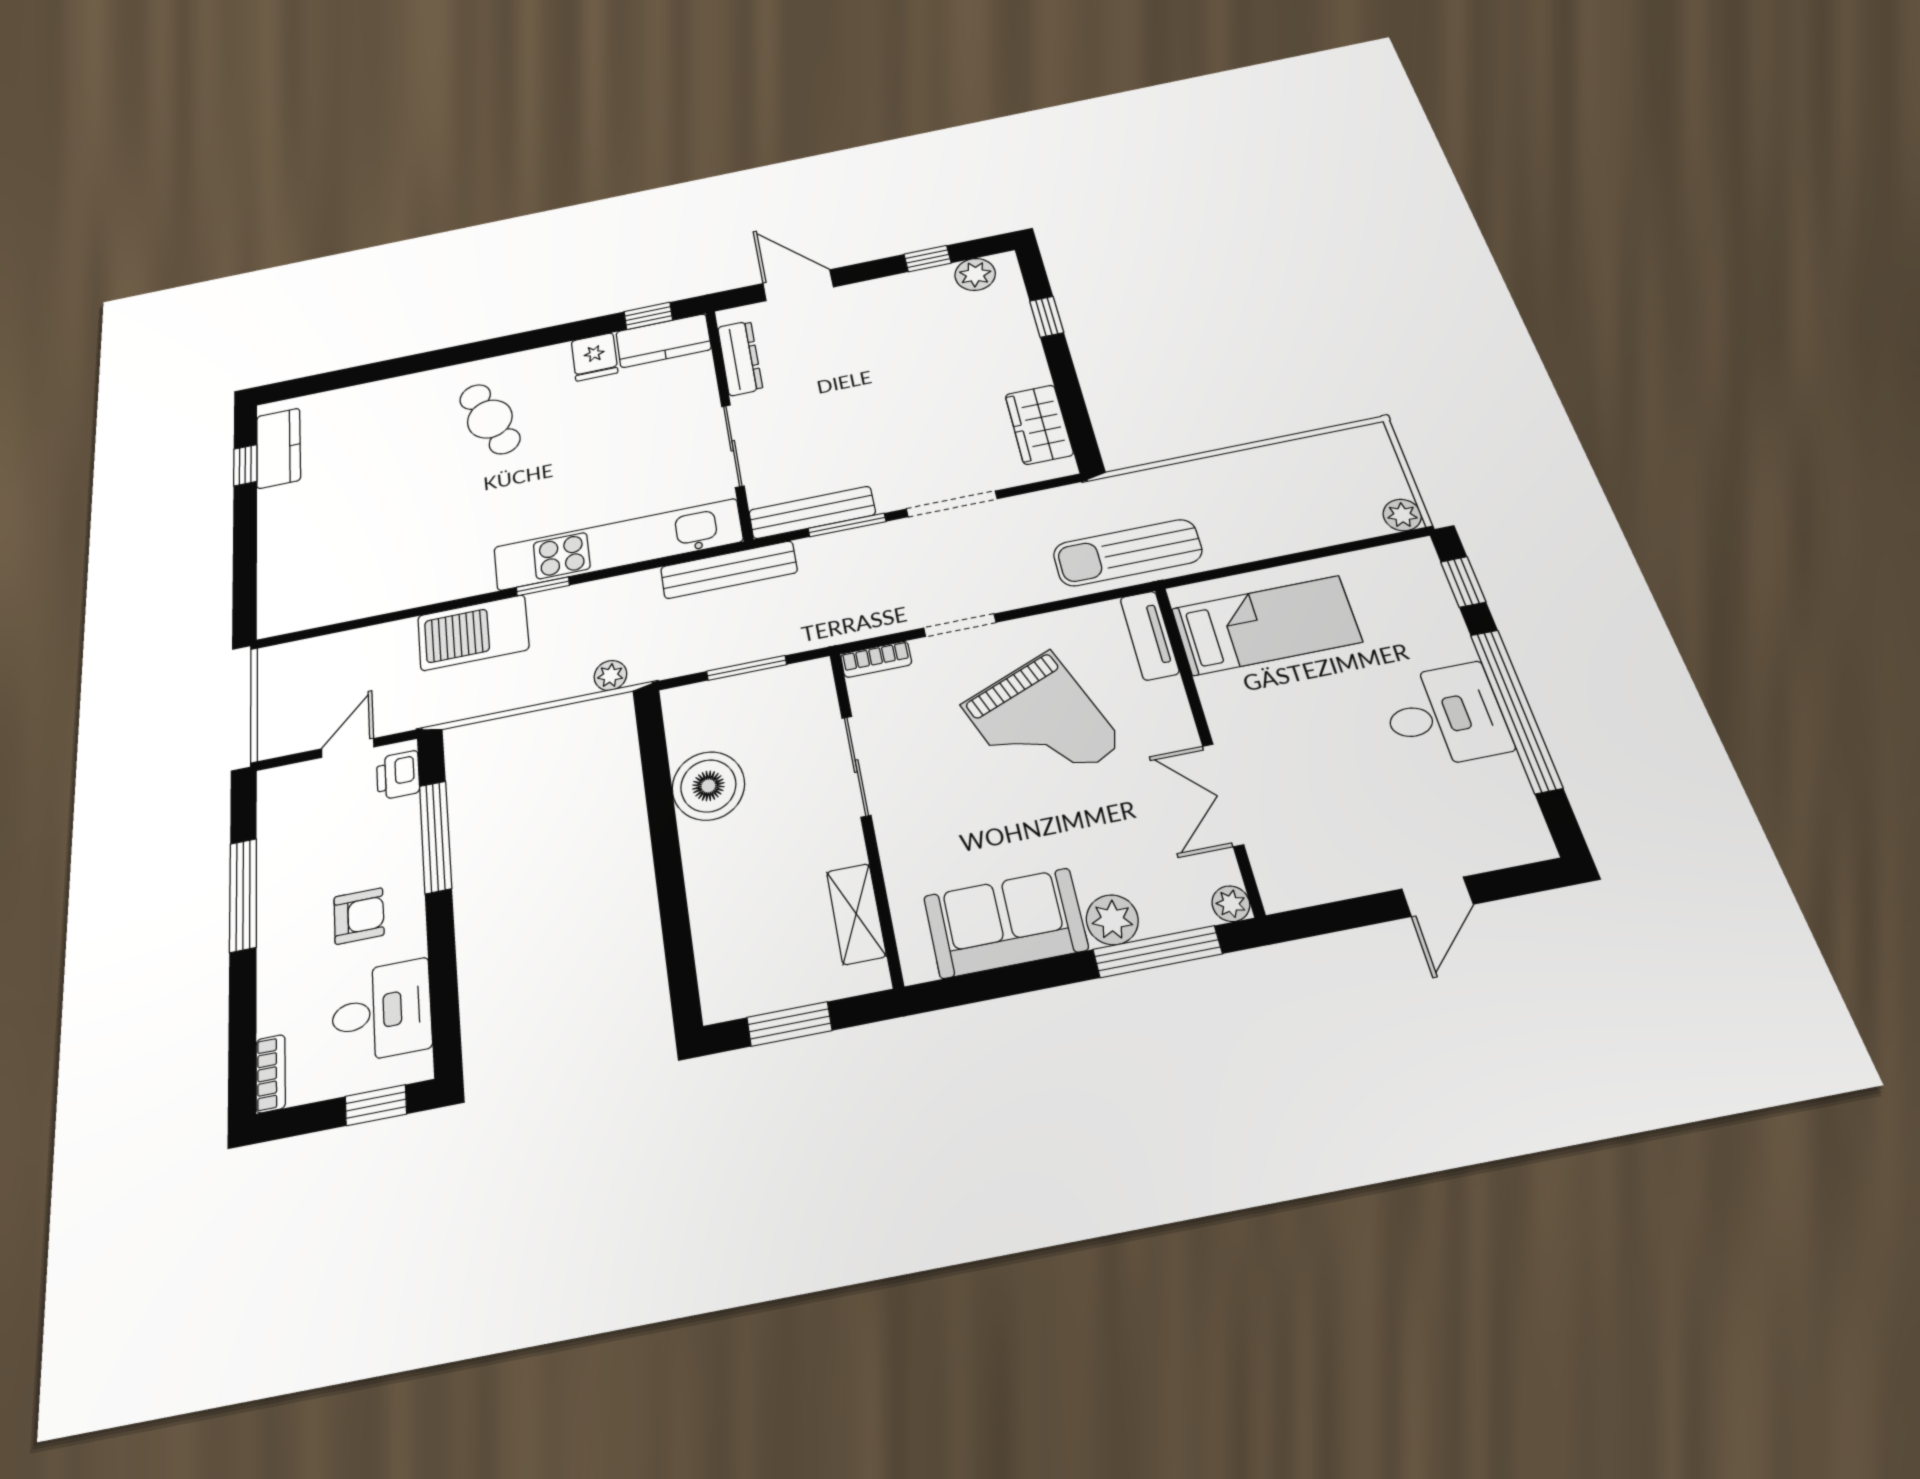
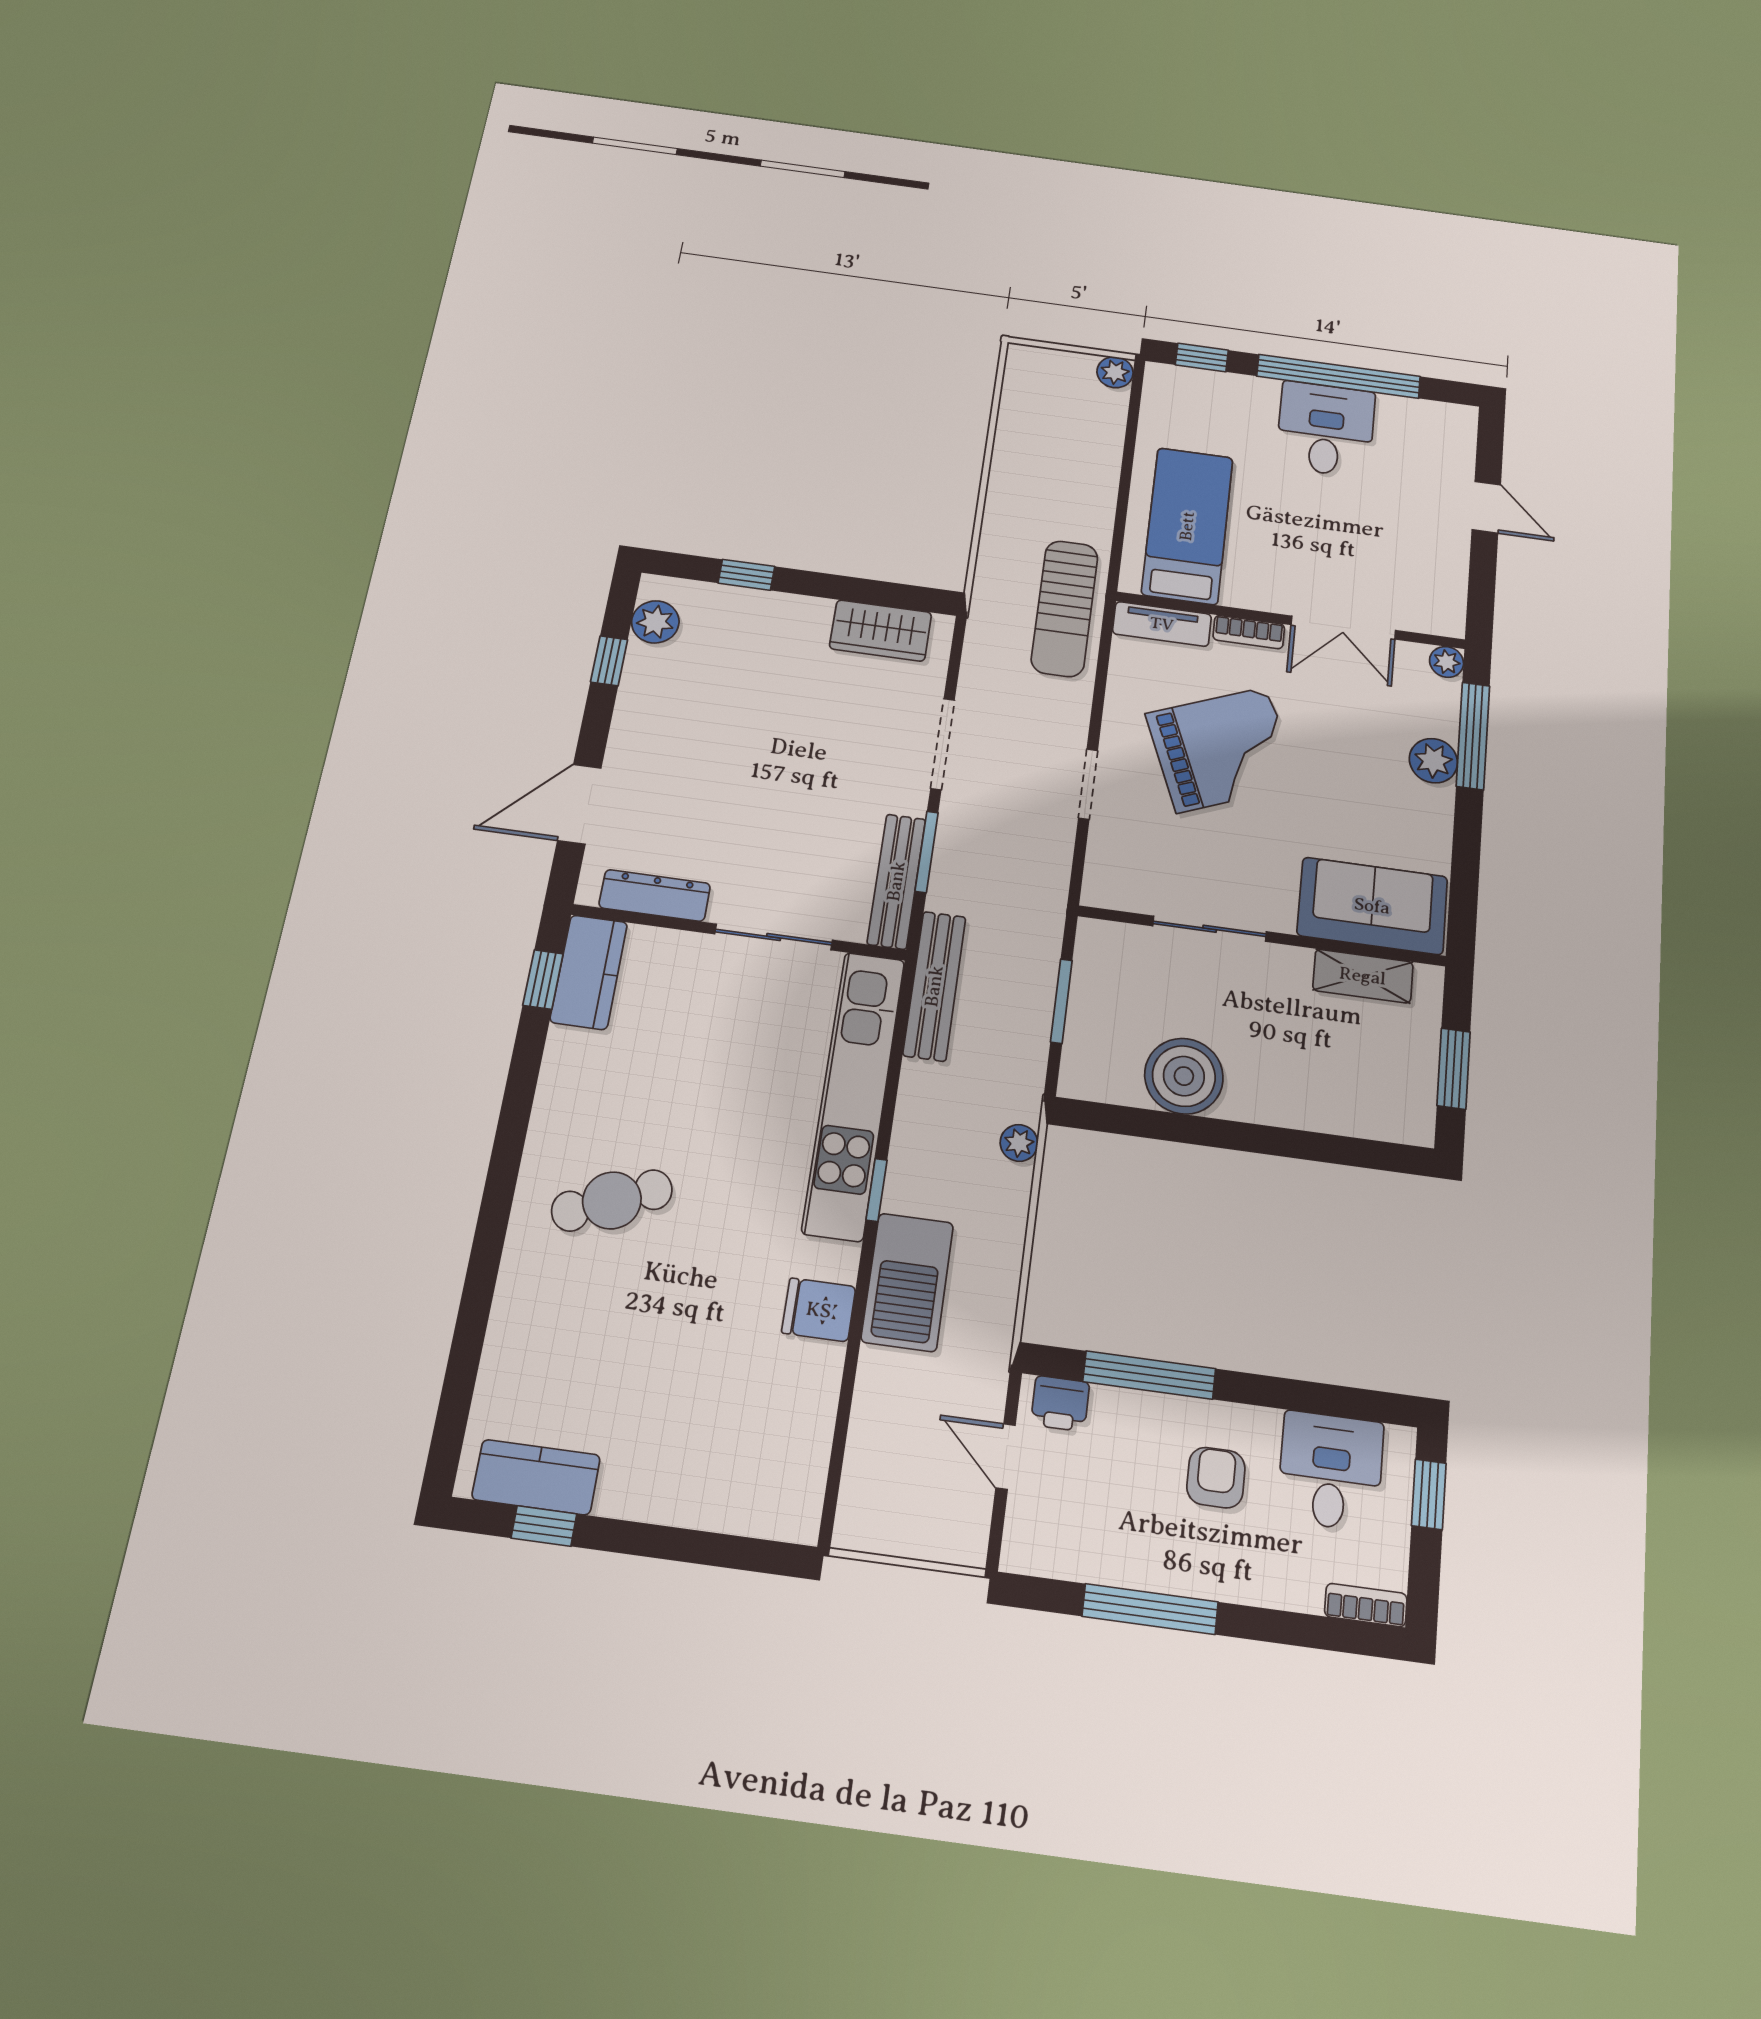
fridge: (595, 357) -> (819, 1310), moved, turned 180
bookcase: (876, 659) -> (1249, 632), moved, turned 90
sofa: (1005, 923) -> (1372, 906), moved, turned 90

